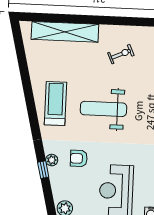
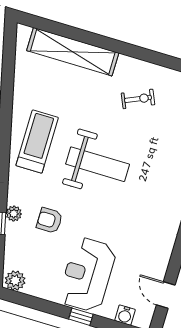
weight bench: (103, 109) -> (98, 164), turned 180

